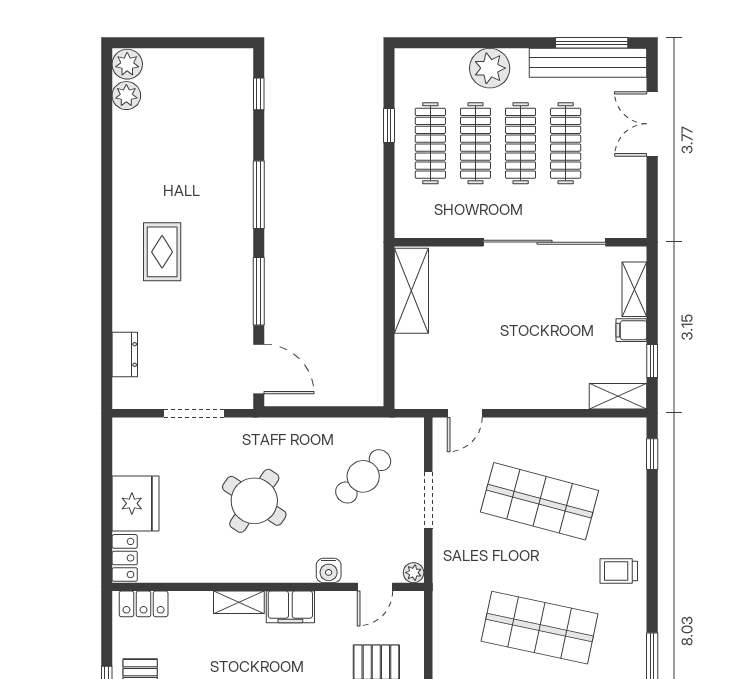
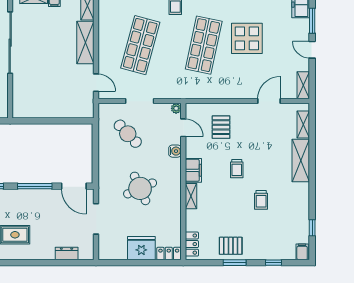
shelving: (411, 291) -> (85, 43), moved, turned 90
door: (259, 369) -> (74, 186), swing flipped
round table: (254, 501) -> (140, 188), turned 32

